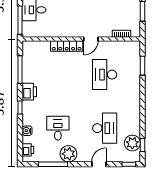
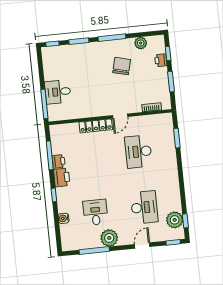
printer: (28, 150) -> (59, 161), moved

